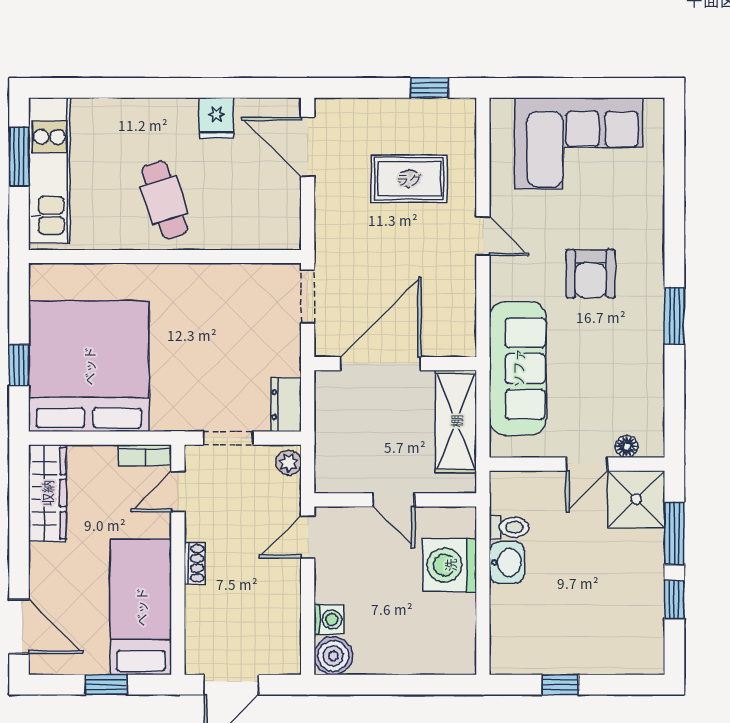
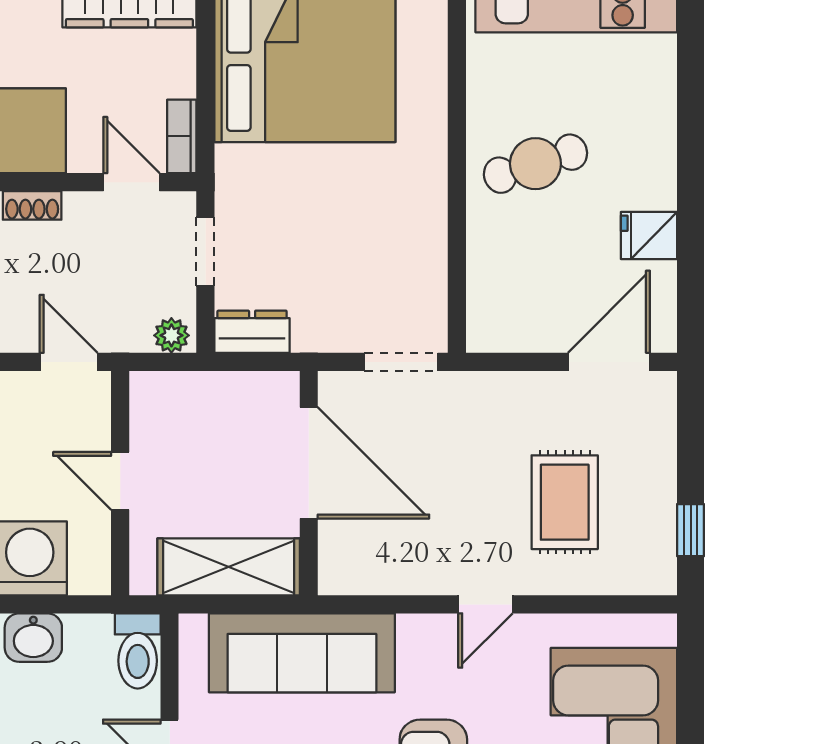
door: (394, 500) -> (120, 481), hinge flipped
toilet: (509, 527) -> (138, 651), moved, width x1.37, depth x1.39

